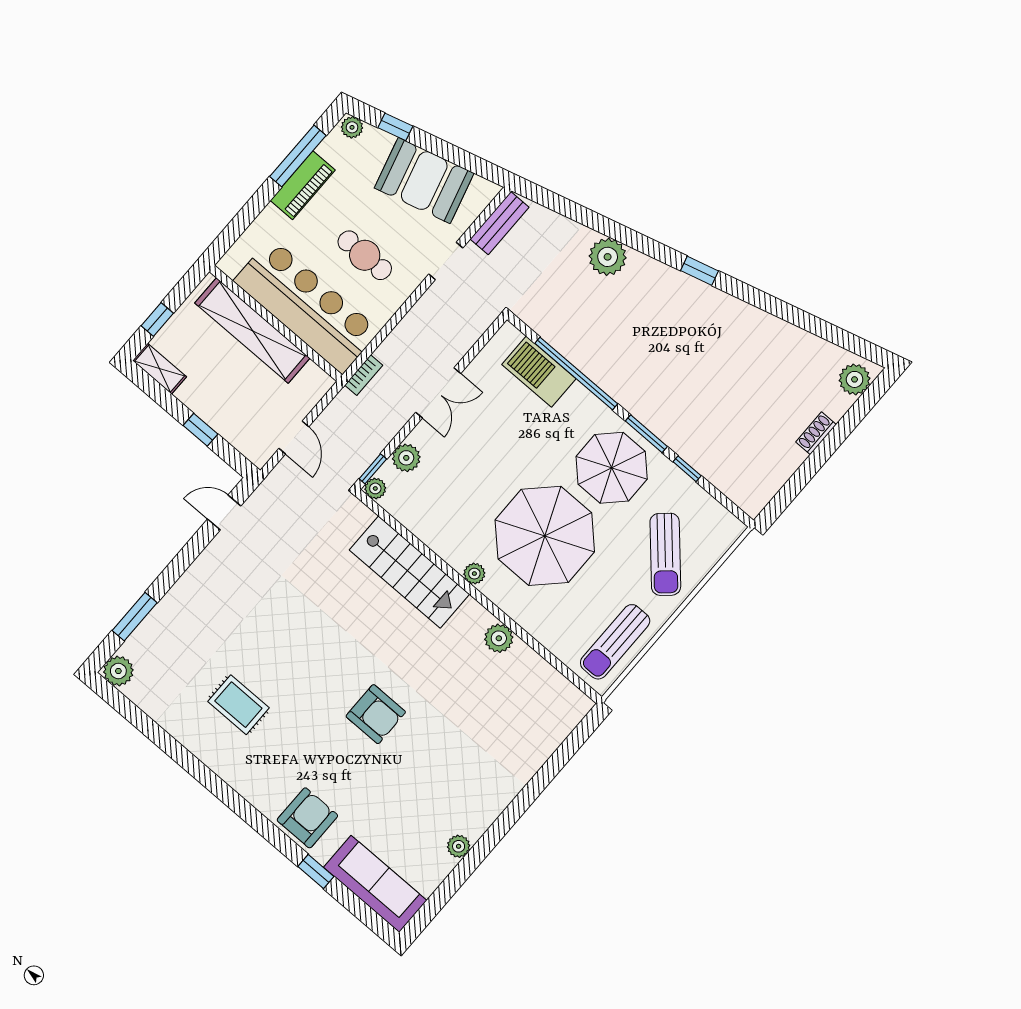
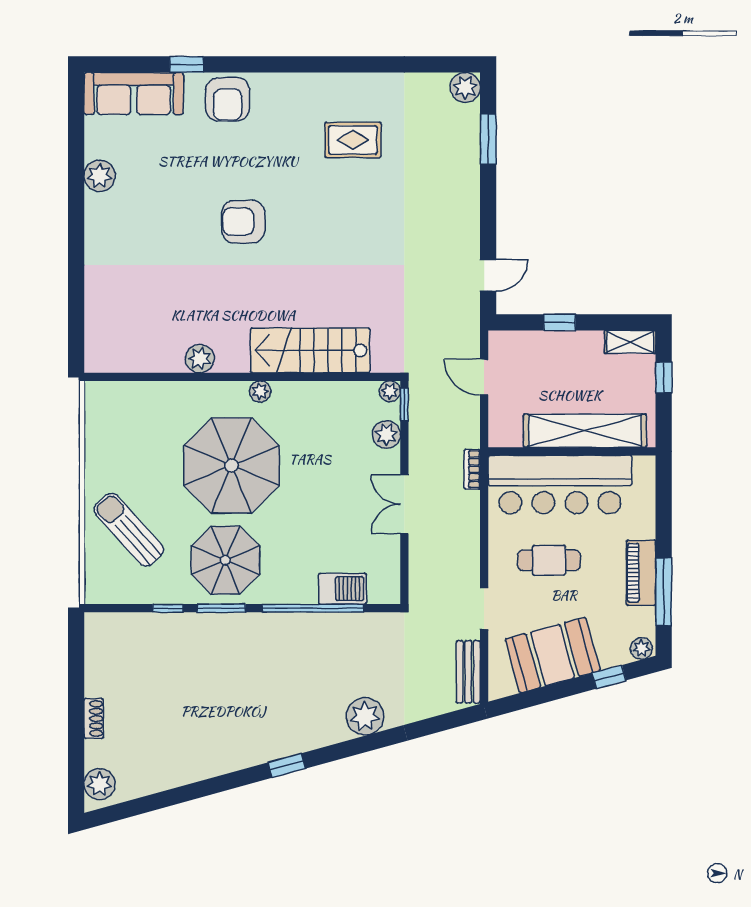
barbecue: (539, 372) -> (342, 589), width x0.73, depth x0.83
sun lounger: (615, 642) -> (110, 431), removed
plant: (459, 846) -> (100, 176), width x1.38, depth x1.38

